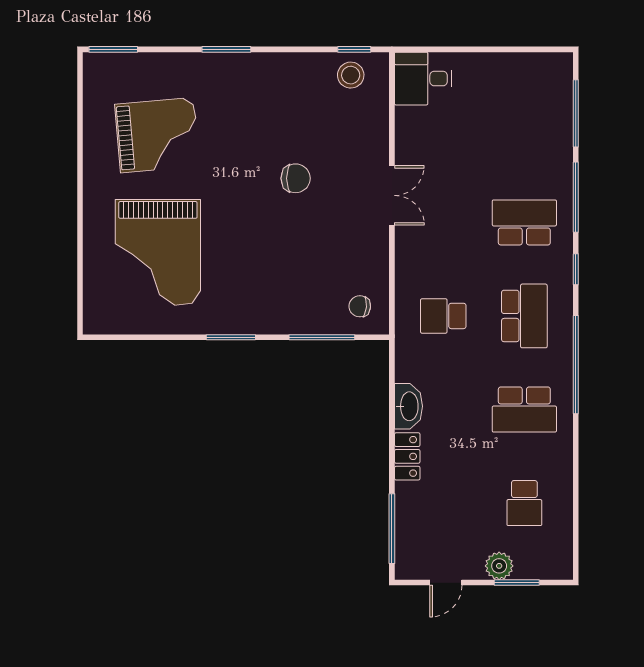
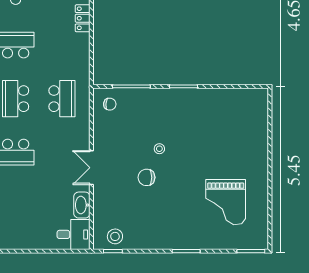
grand piano: (157, 135) -> (226, 202), turned -85
stool: (273, 228) -> (159, 149), added
grand piano: (158, 252) -> (225, 135), removed
school desk: (443, 316) -> (62, 99), width x1.85
washbasin: (408, 406) -> (82, 205), moved

